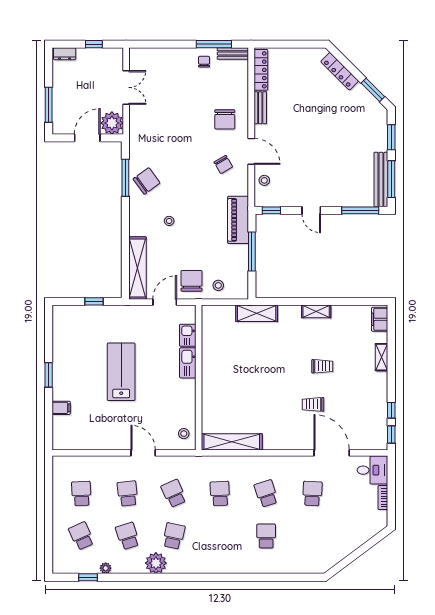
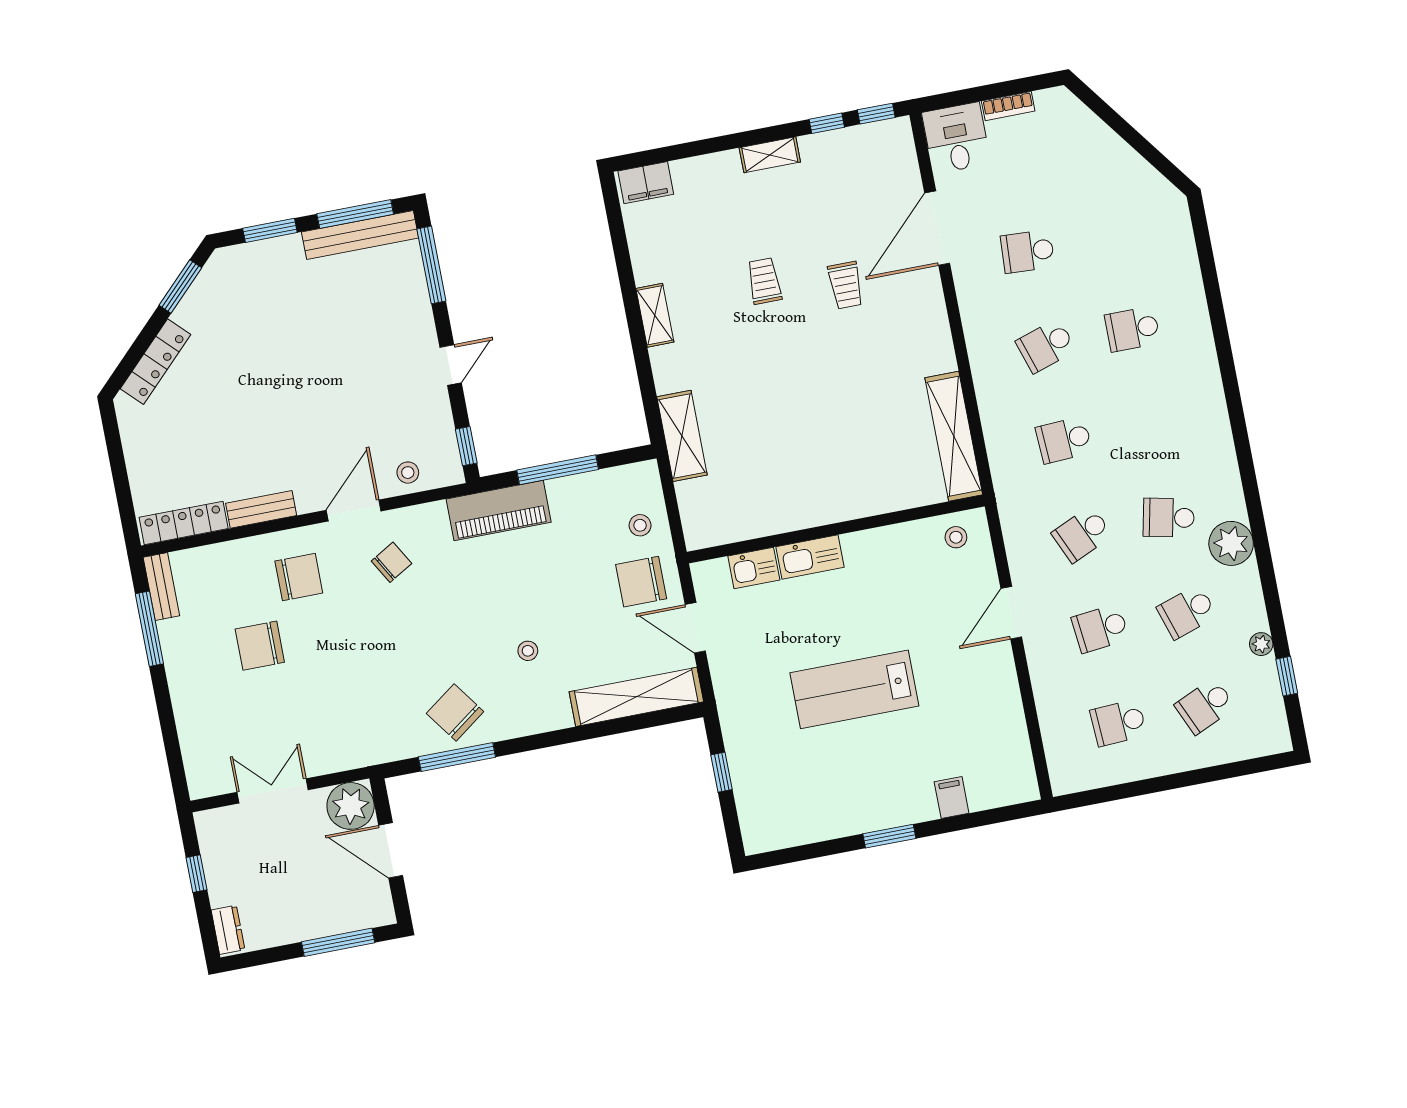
chair: (204, 62) -> (260, 646), moved, width x1.87, depth x1.87
shelving: (382, 357) -> (770, 155), moved

